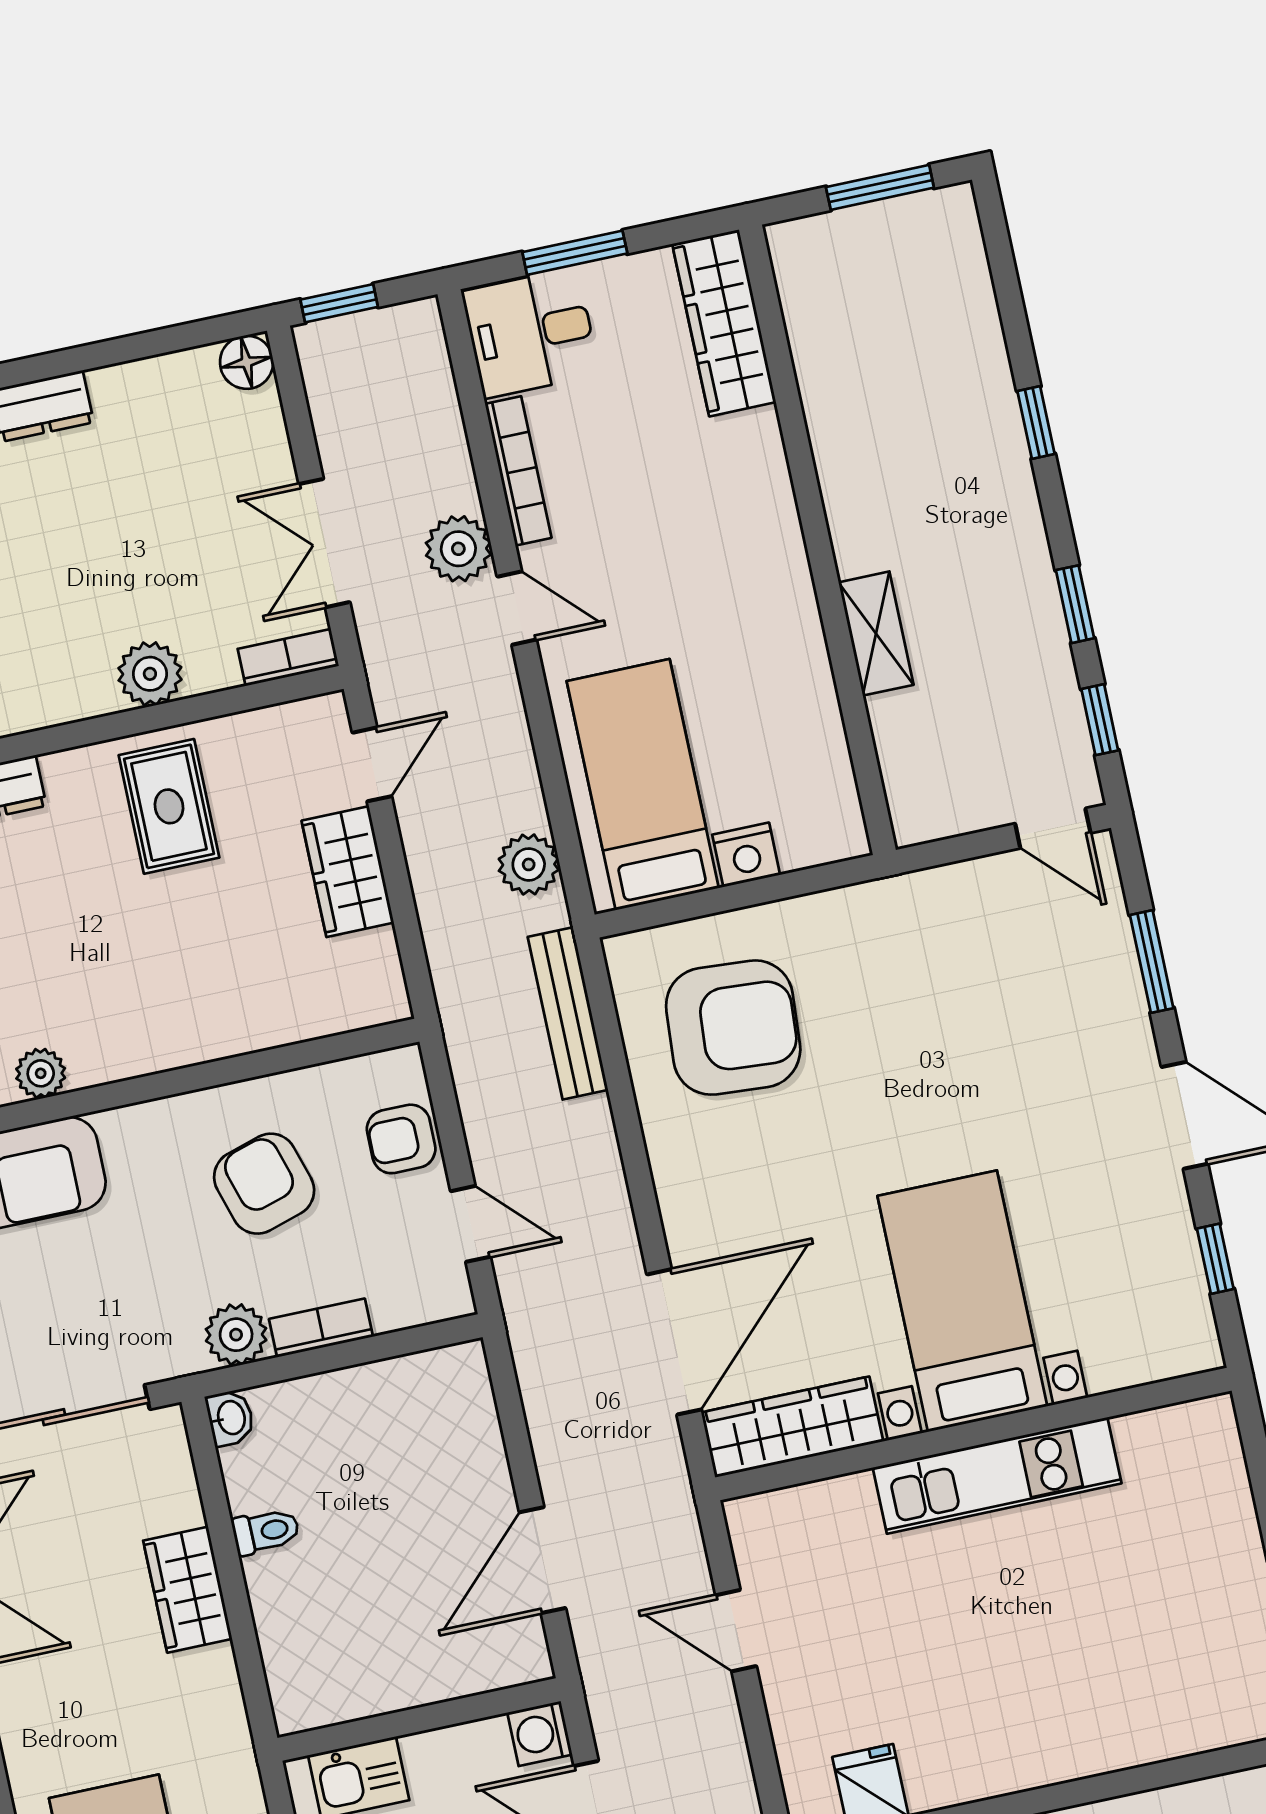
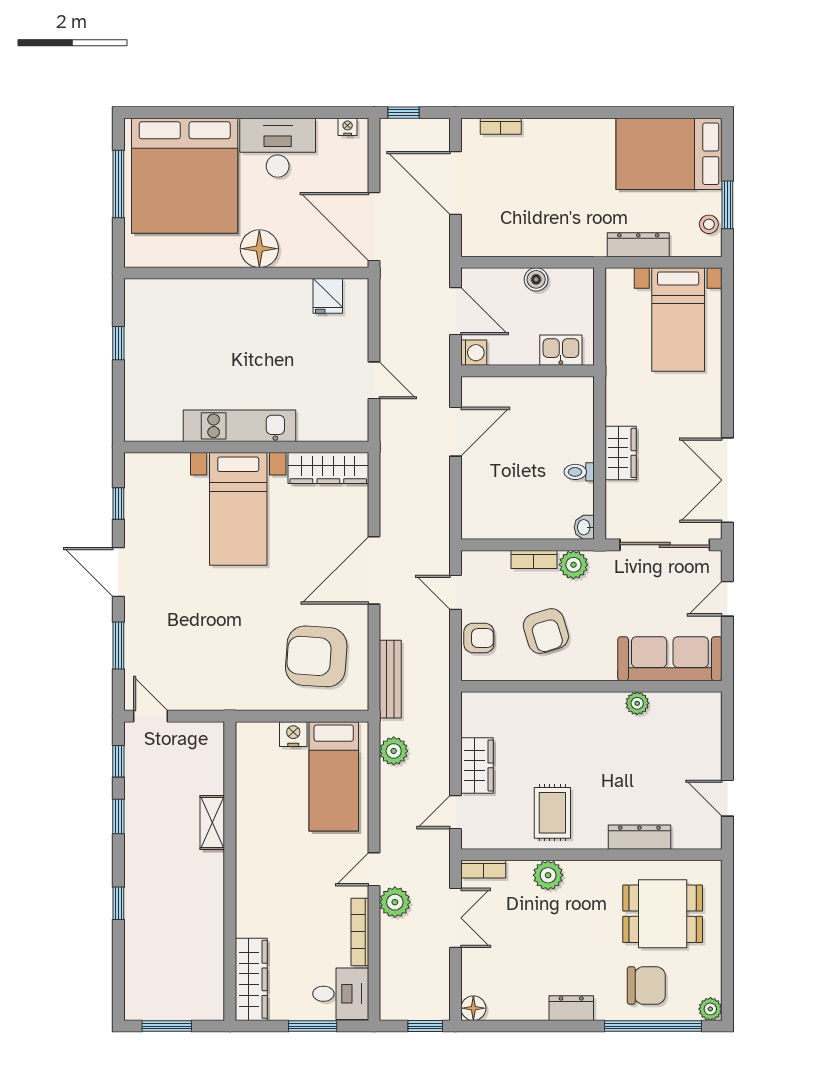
door: (517, 608) -> (374, 869), hinge flipped
door: (674, 1342) -> (374, 570), moved

